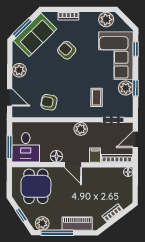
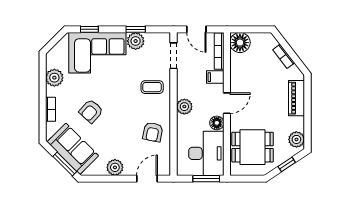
plant: (106, 19) -> (54, 78), moved
coffee table: (97, 97) -> (152, 87), moved
plant: (81, 129) -> (184, 107), moved
desk: (26, 147) -> (206, 153), width x1.37
floor lamp: (128, 172) -> (240, 43), width x1.89, depth x1.89
window: (57, 233) -> (308, 122), removed

